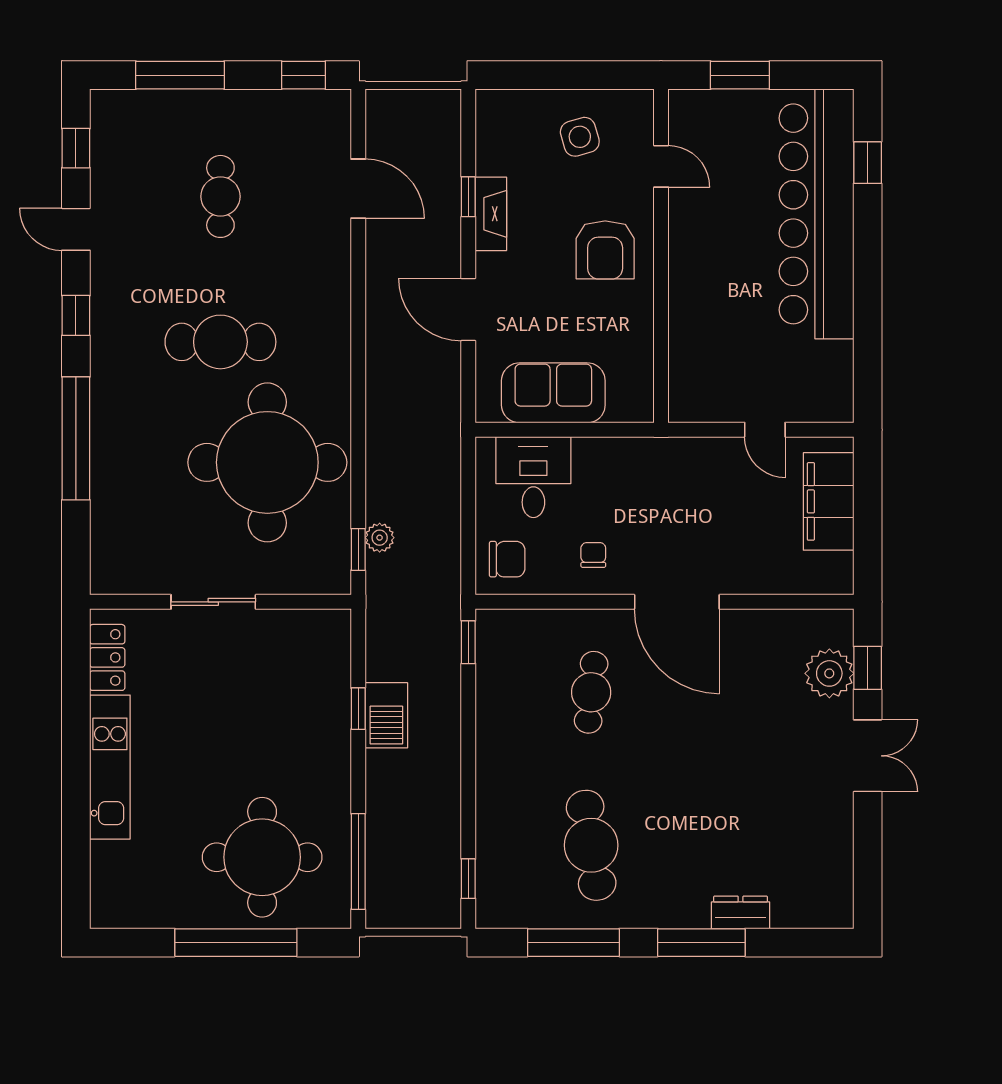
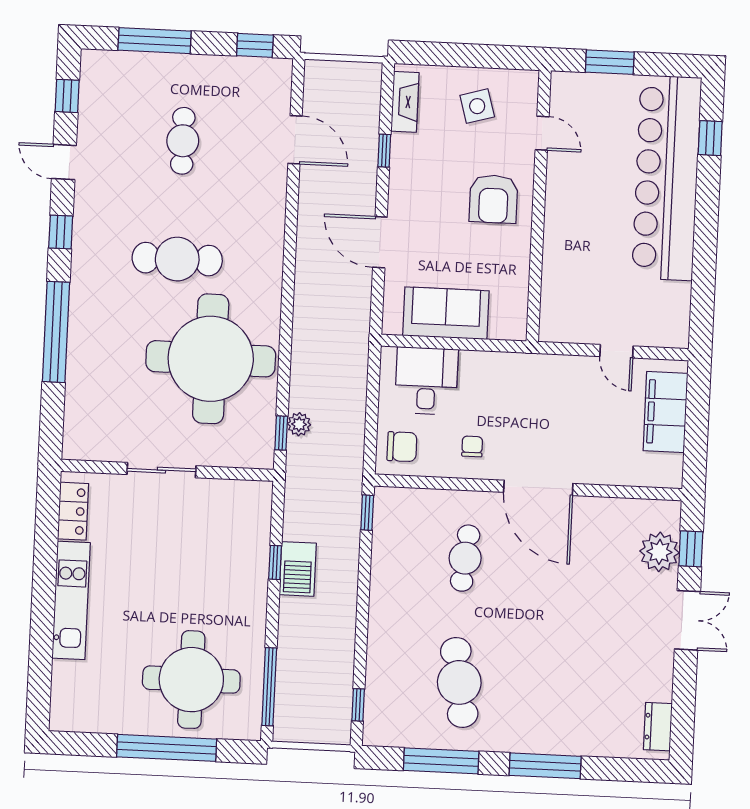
fireplace: (491, 214) -> (405, 102), moved
dresser: (741, 912) -> (658, 727), moved, turned -90

